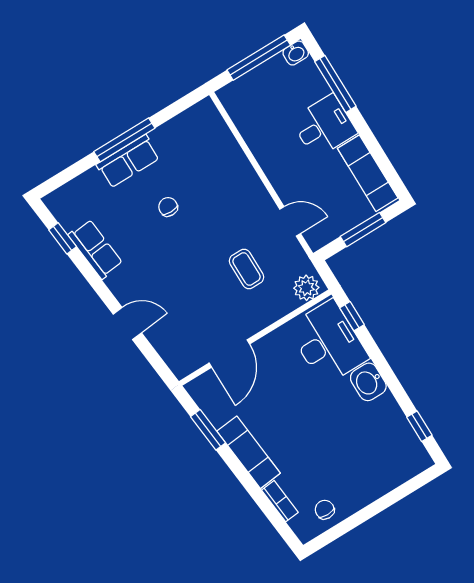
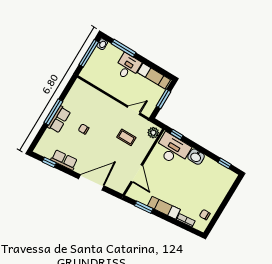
door: (127, 324) -> (91, 182), width x1.88

